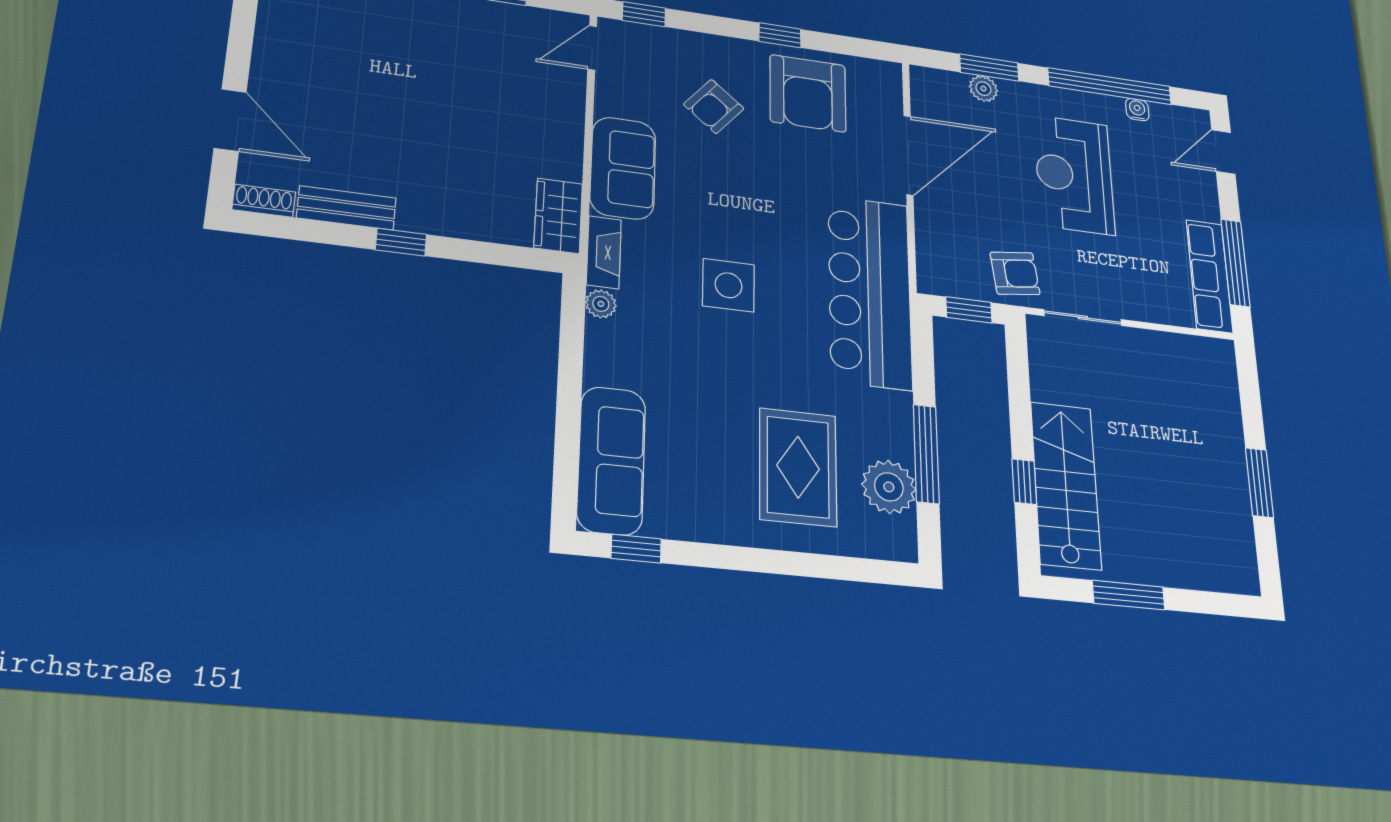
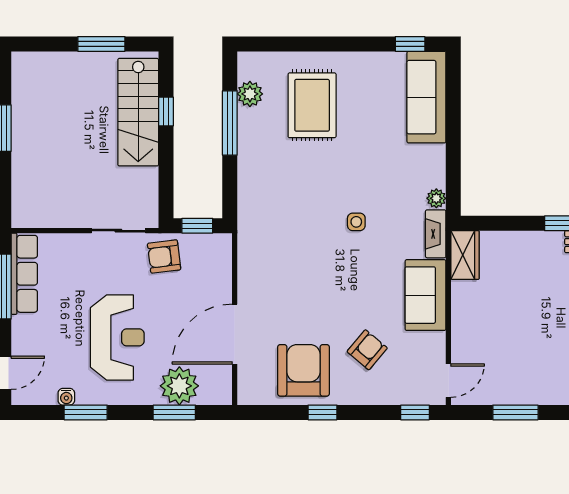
window: (1110, 86) -> (86, 412), width x0.47
plant: (983, 89) -> (179, 386), width x1.87, depth x1.87
side table: (728, 285) -> (356, 222), width x0.54, depth x0.54
bar counter: (870, 292) -> (264, 230), removed
plant: (889, 487) -> (250, 94), width x0.73, depth x0.73

